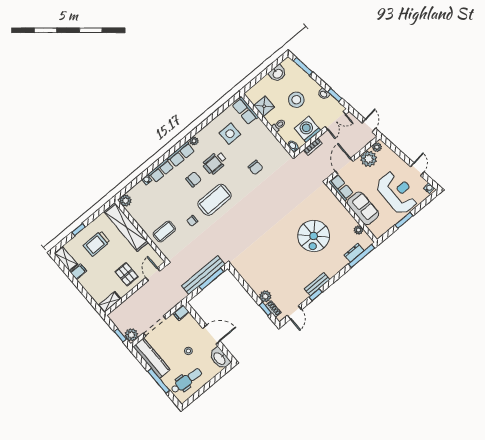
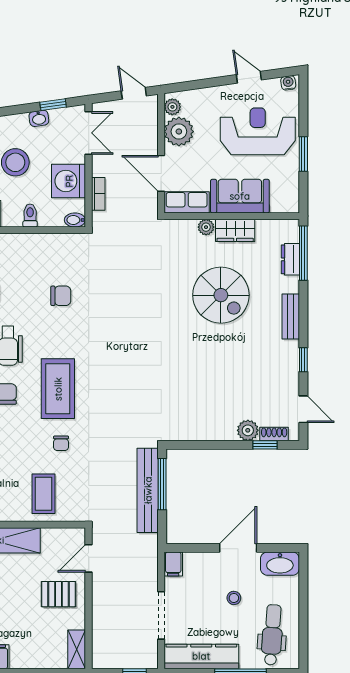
wardrobe: (347, 219) -> (235, 230), added
plant: (358, 230) -> (206, 227), moved
door: (153, 274) -> (89, 558), hinge flipped
bench: (317, 284) -> (291, 317), moved
plant: (131, 335) -> (146, 657), removed

